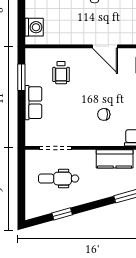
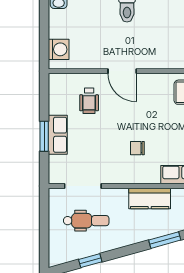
door: (105, 46) -> (122, 71), moved
window: (21, 77) -> (44, 136), moved
dental chair: (59, 179) -> (86, 221), turned 180

